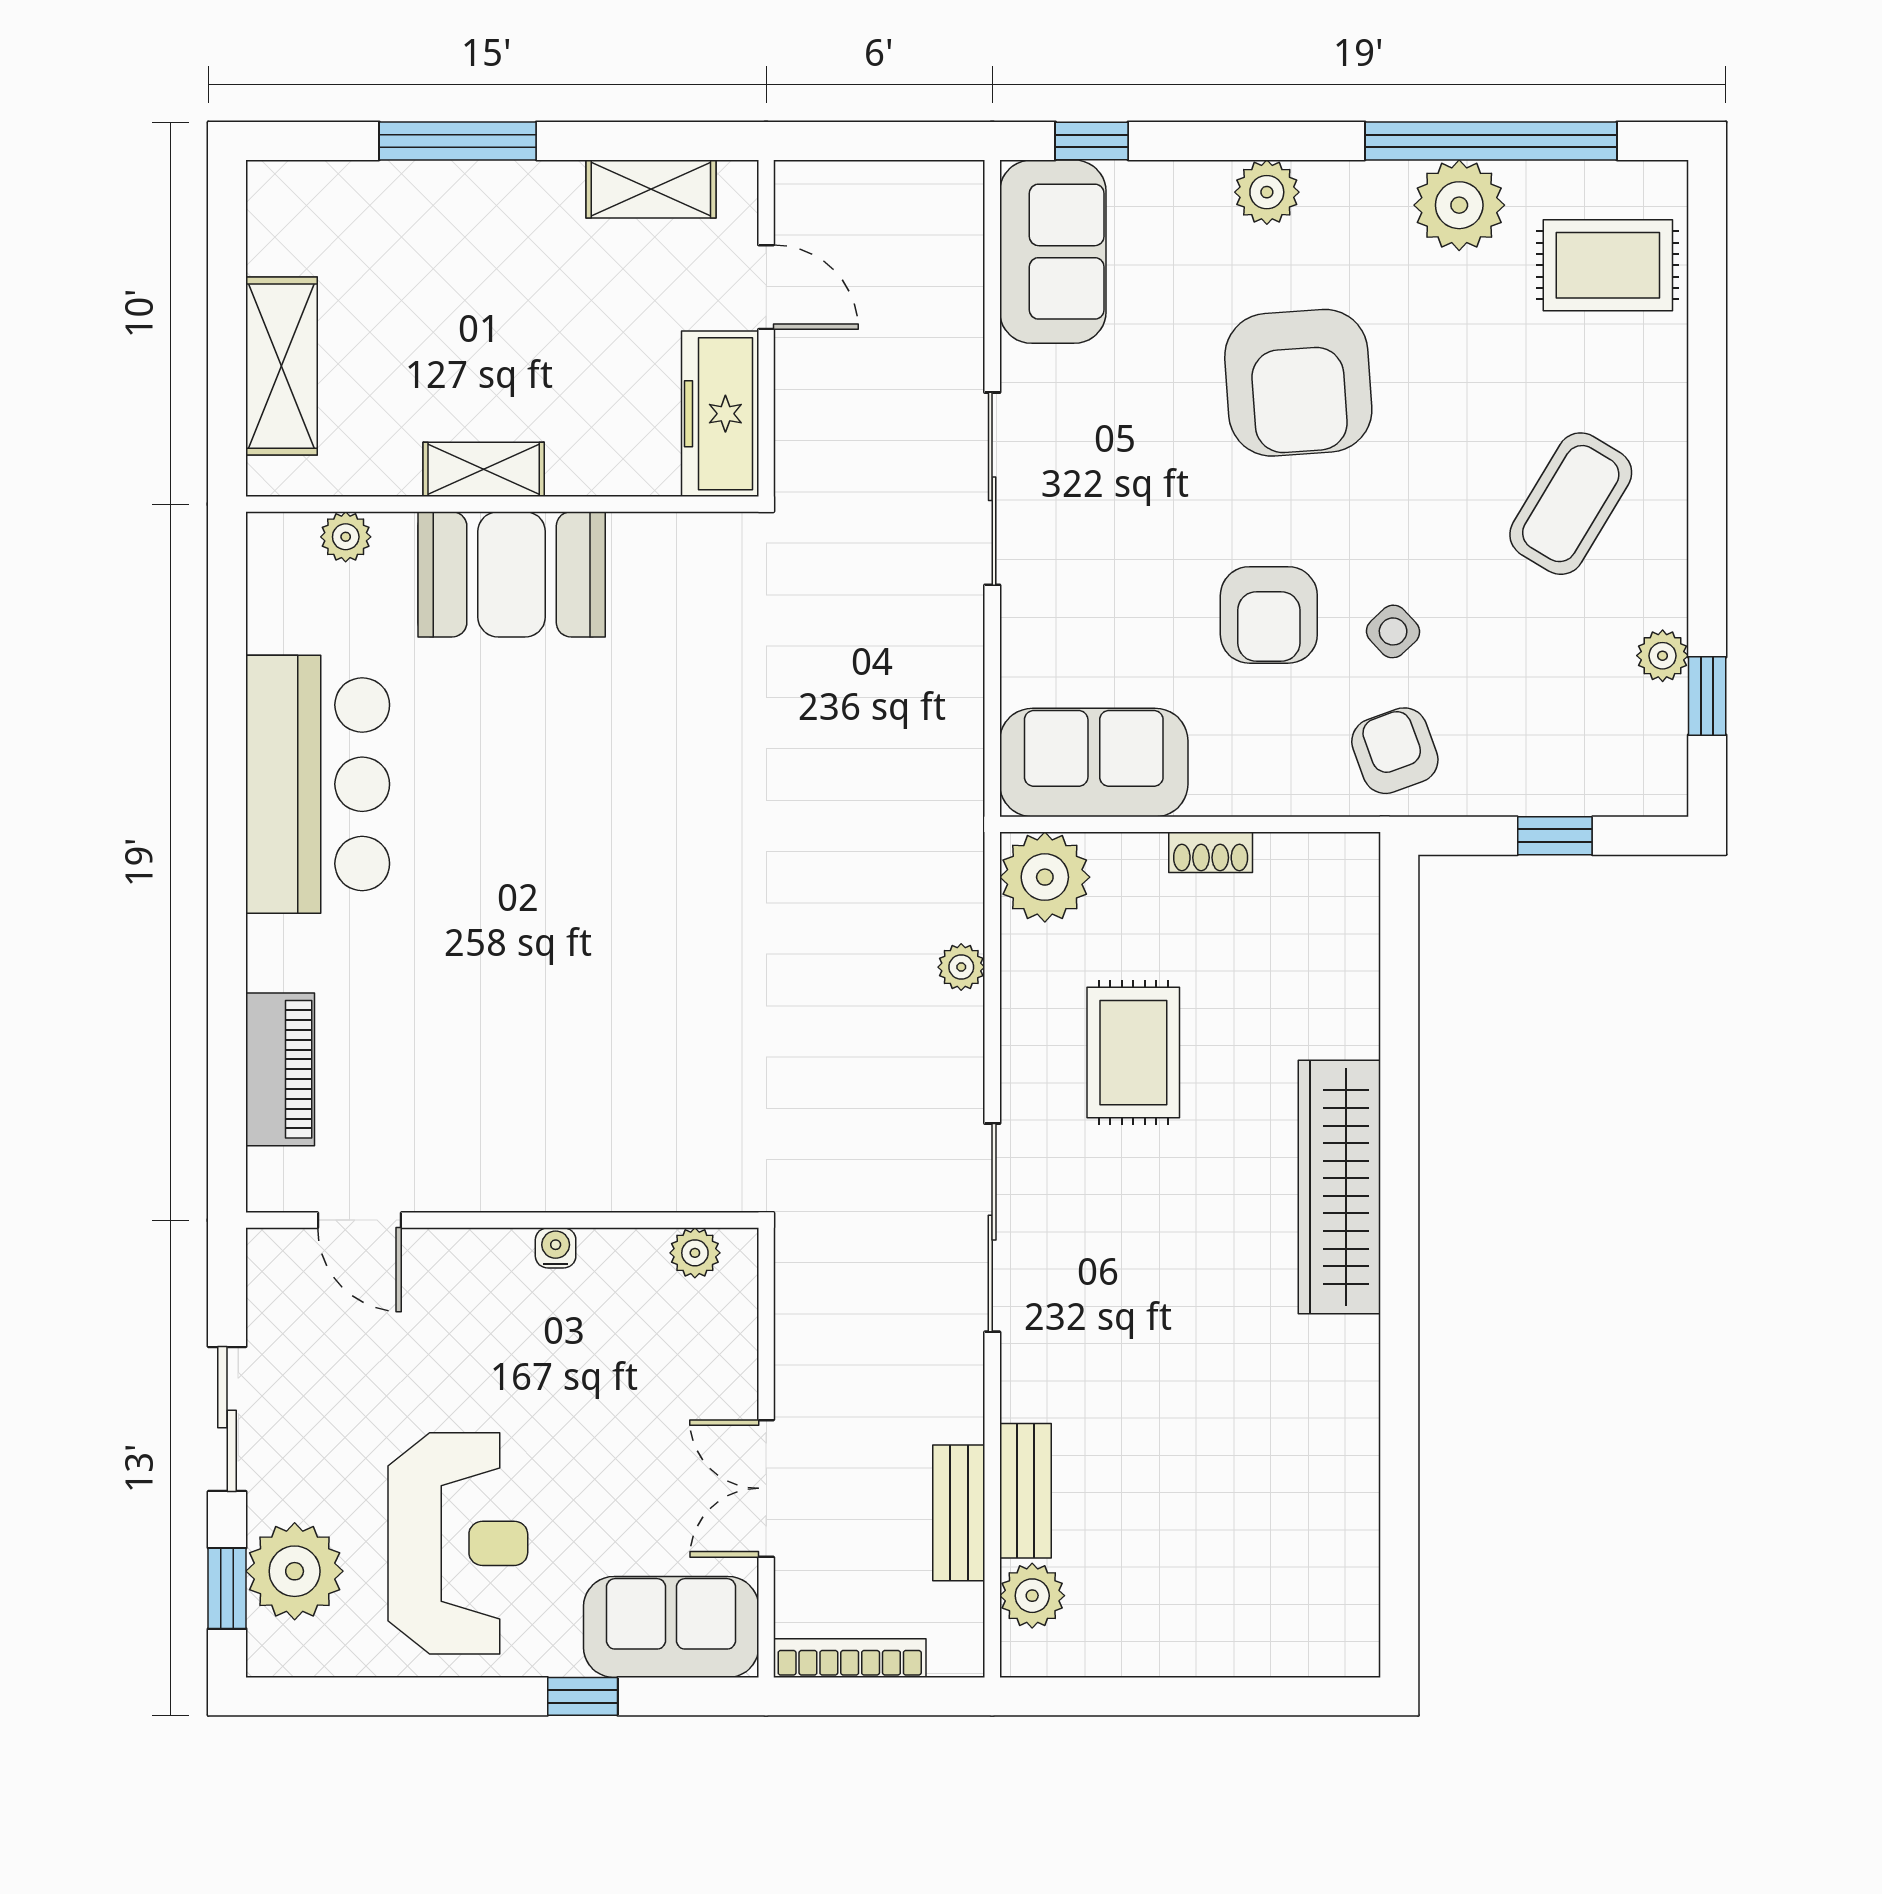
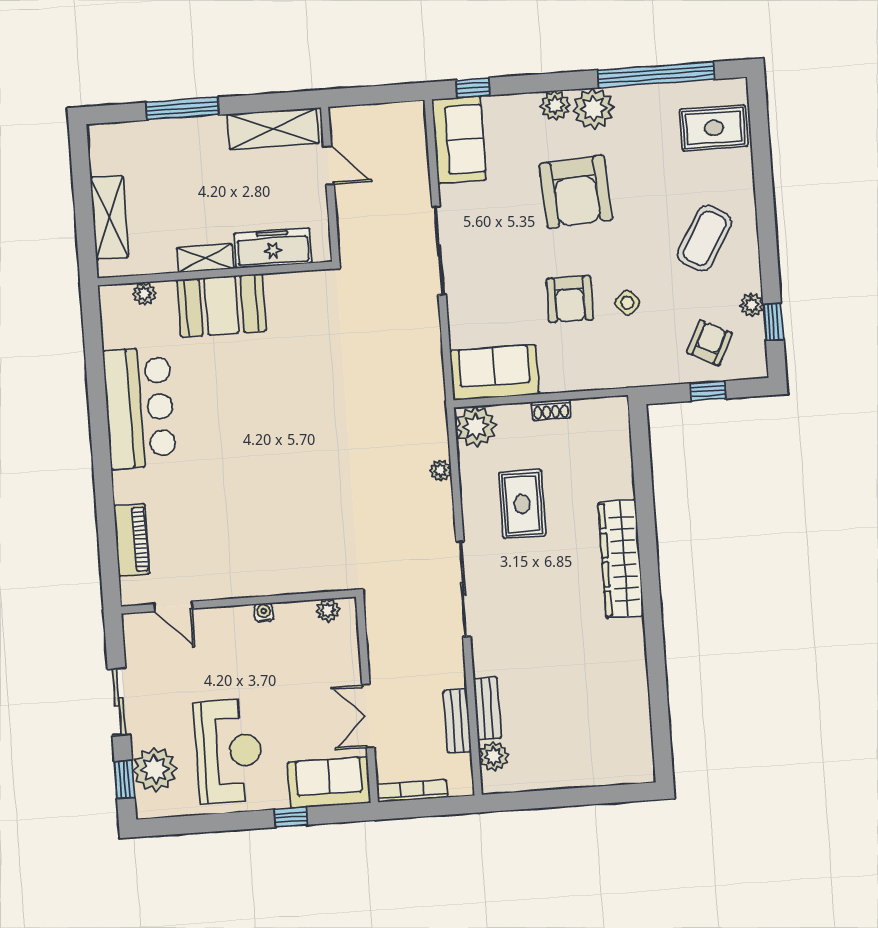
shelving: (651, 189) -> (273, 129), width x1.50, depth x1.33
plant: (1459, 205) -> (593, 109), moved
freezer: (720, 414) -> (273, 248), moved, turned 90
armchair: (1395, 751) -> (709, 343), moved, turned 46

